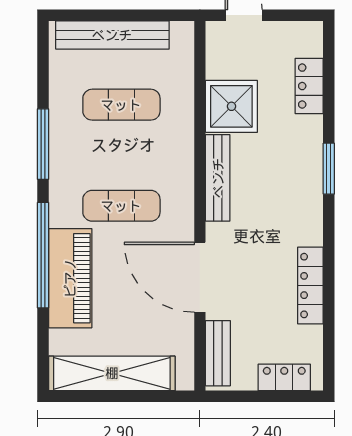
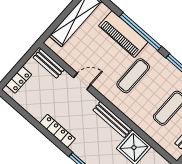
door: (200, 277) -> (82, 81), width x0.53
locker: (310, 286) -> (57, 131), moved

